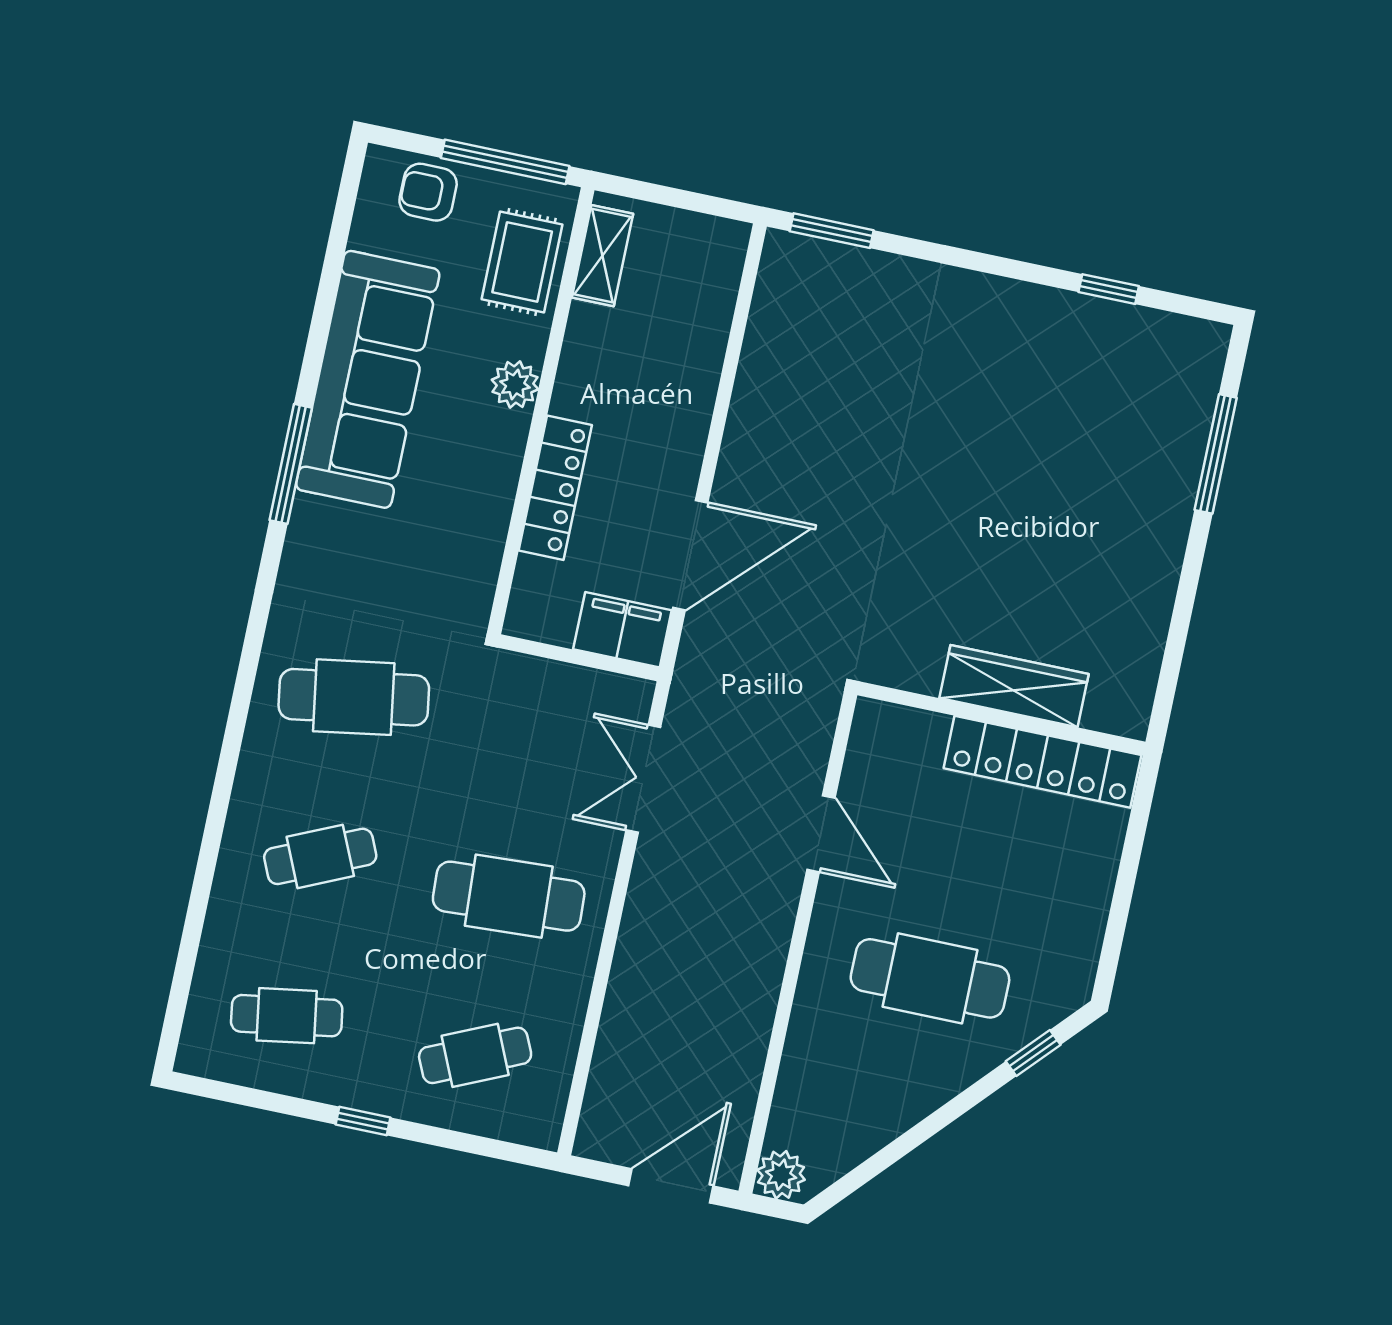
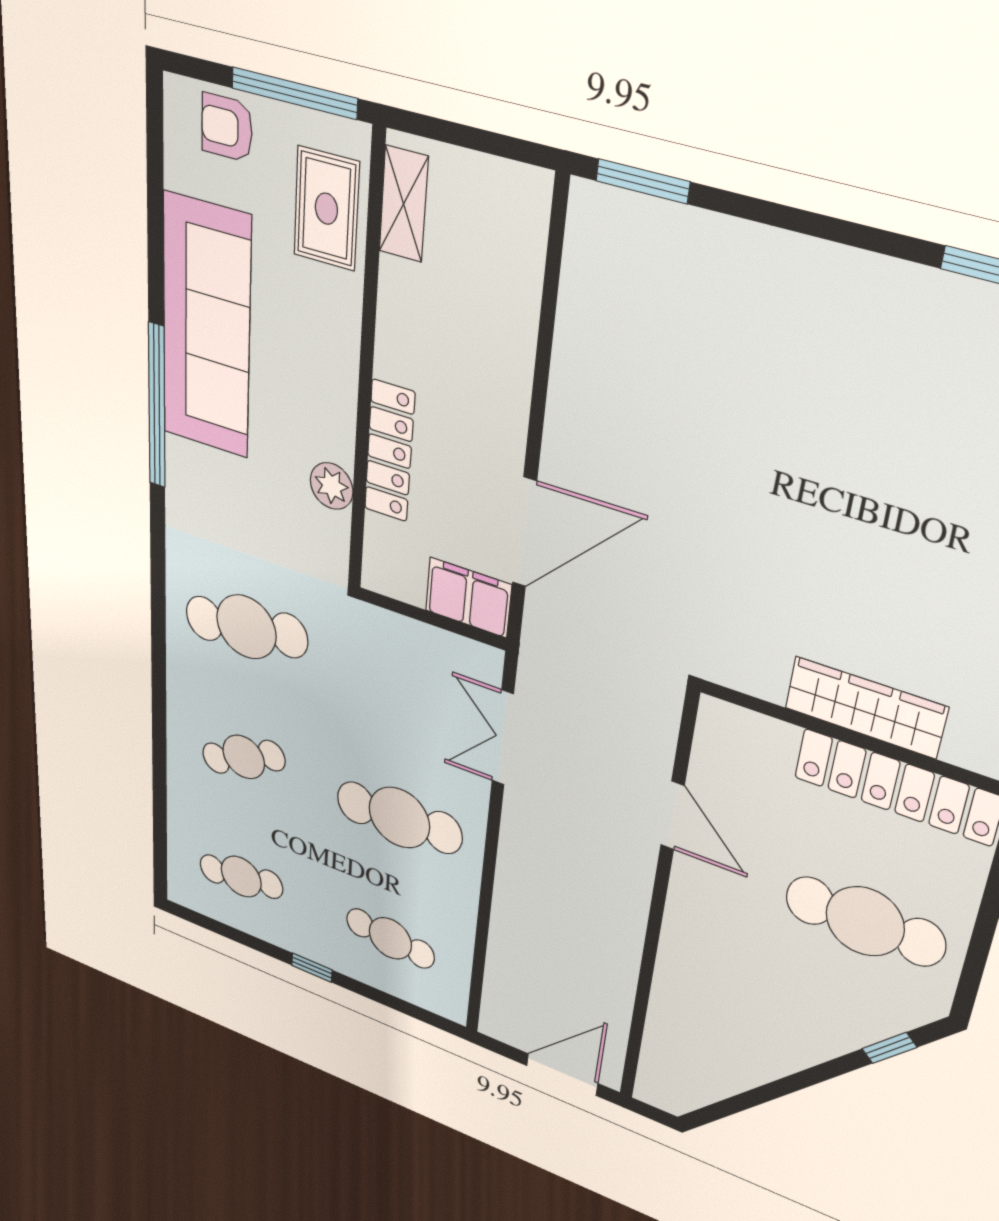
plant: (515, 384) -> (332, 486), moved
window: (291, 464) -> (157, 406), width x1.46
cafe table: (930, 978) -> (865, 921), moved
cafe table: (475, 1055) -> (390, 938), turned 30
plant: (781, 1175) -> (656, 1089), removed

